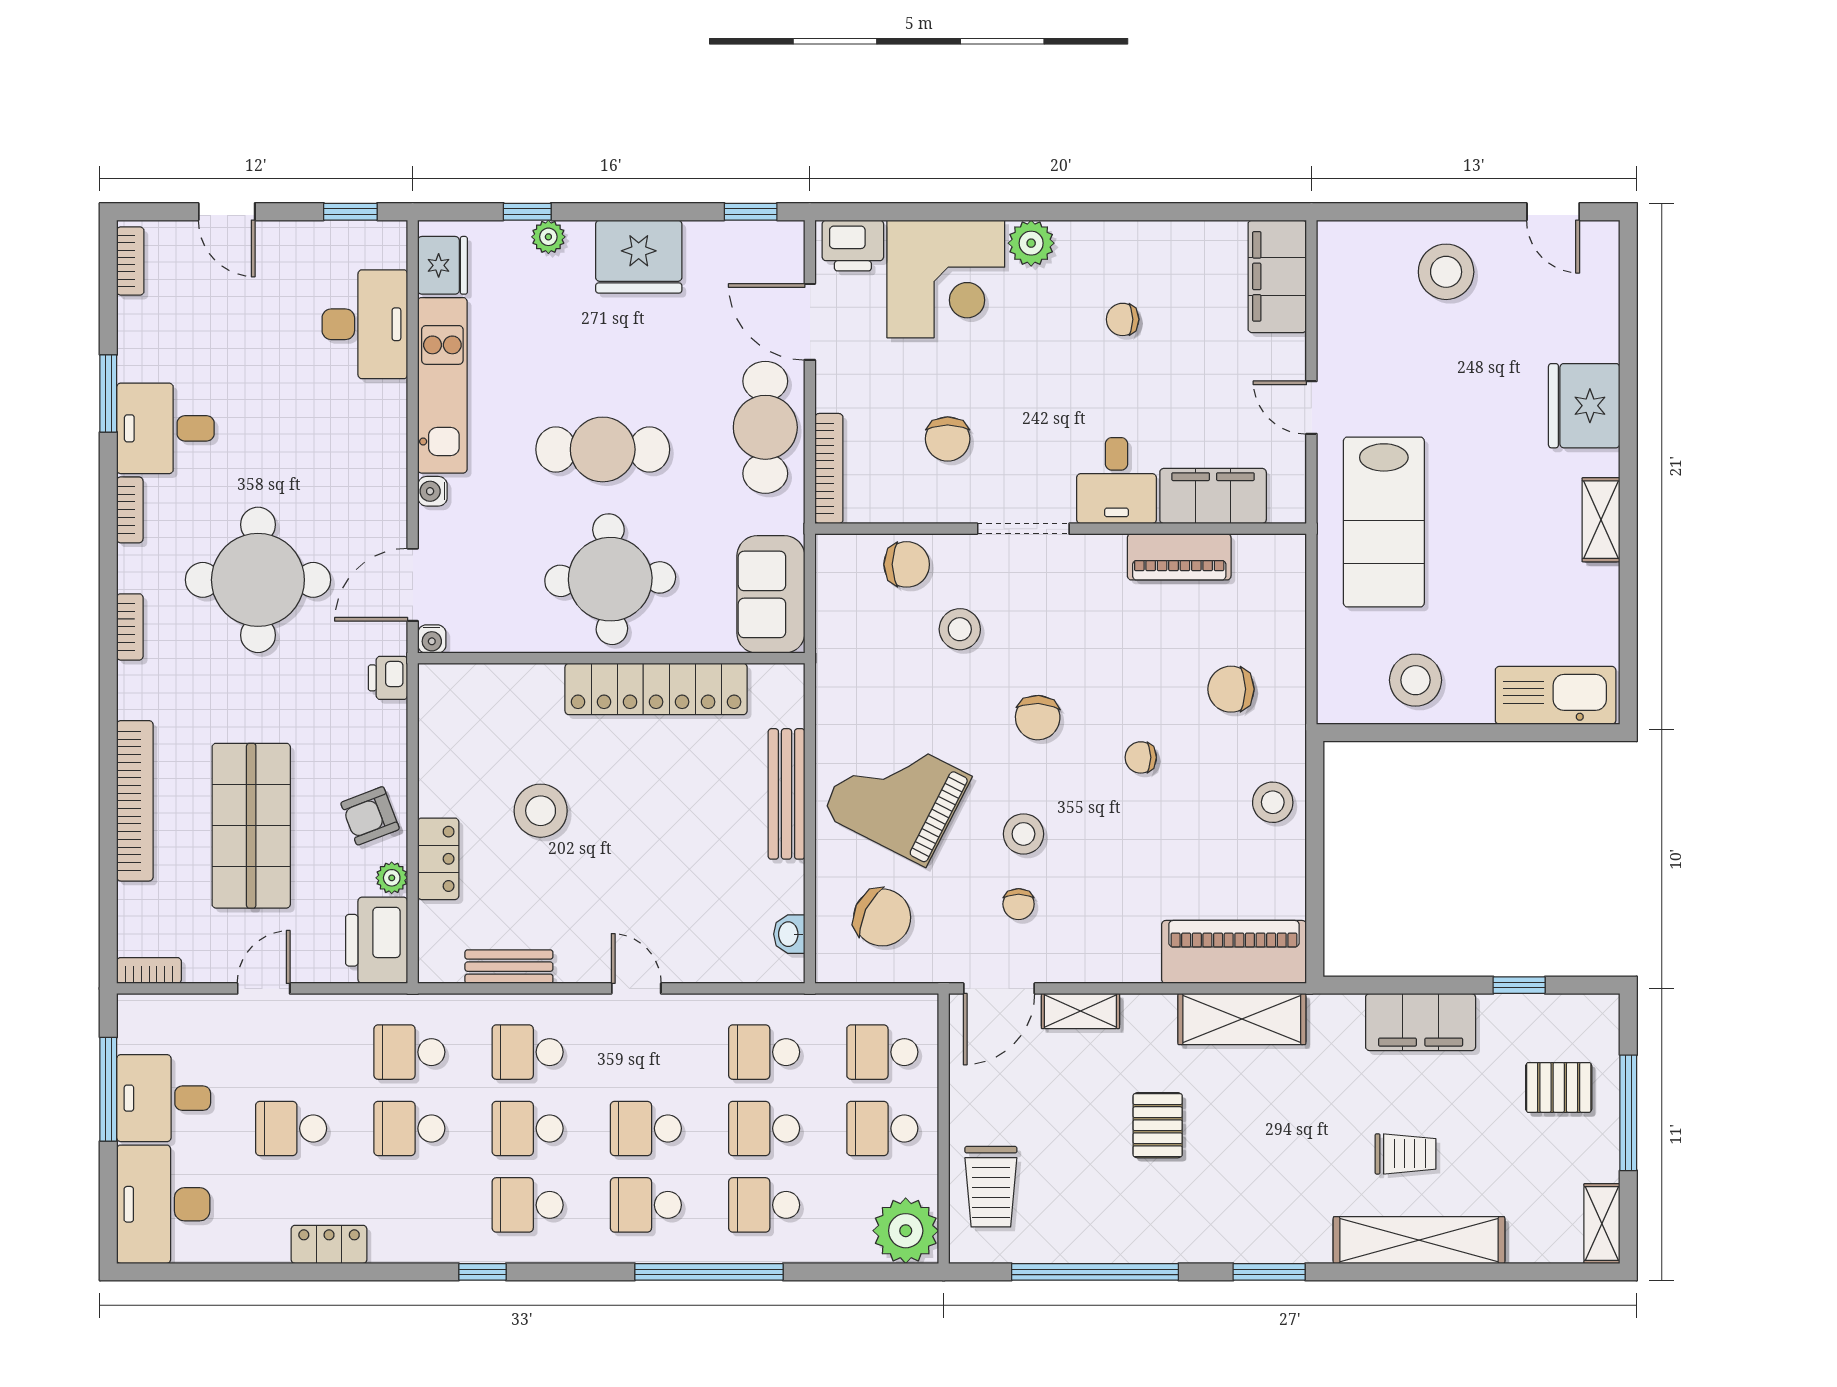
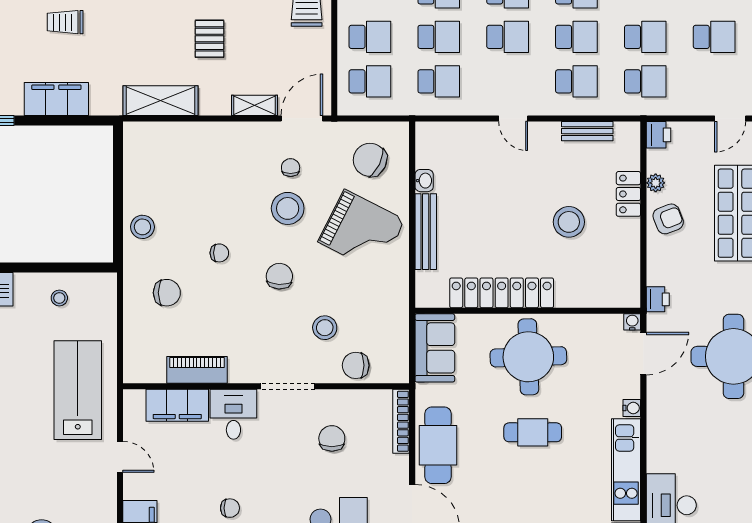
cafe table: (603, 449) -> (533, 432), width x0.73, depth x0.74
stool: (1416, 680) -> (59, 298), width x0.53, depth x0.53
stool: (1023, 834) -> (288, 208), width x1.38, depth x1.38
washbasin: (789, 934) -> (424, 181), moved
printer: (377, 940) -> (659, 135), width x0.53, depth x0.68
piano: (1234, 952) -> (165, 140), removed

